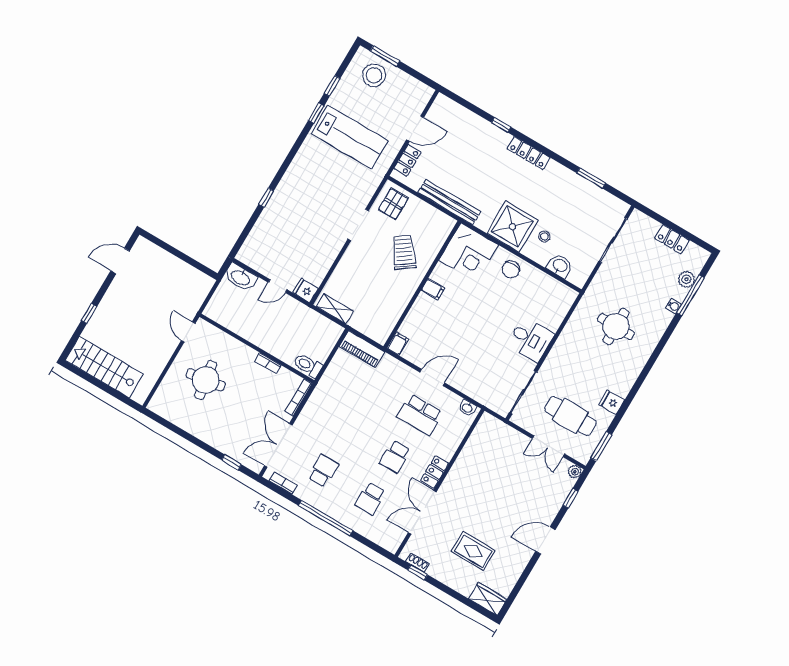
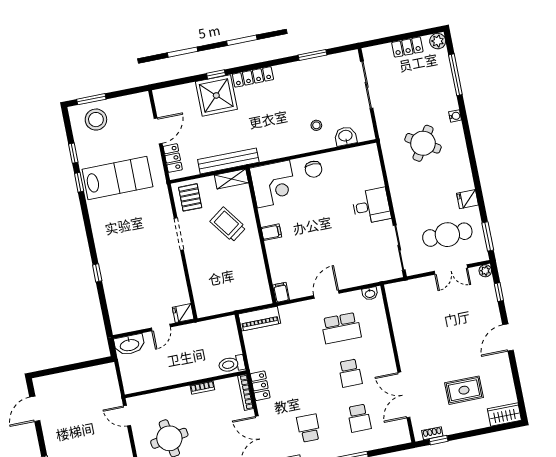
shower: (512, 227) -> (216, 95), moved
plant: (686, 279) -> (438, 41), moved
water cooler: (674, 306) -> (455, 116), moved
shelving: (335, 309) -> (231, 179), moved
round table: (616, 326) -> (423, 143), turned 32
locker: (435, 472) -> (260, 386), moved, turned 180

